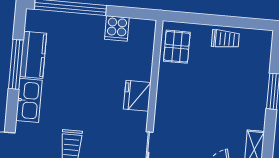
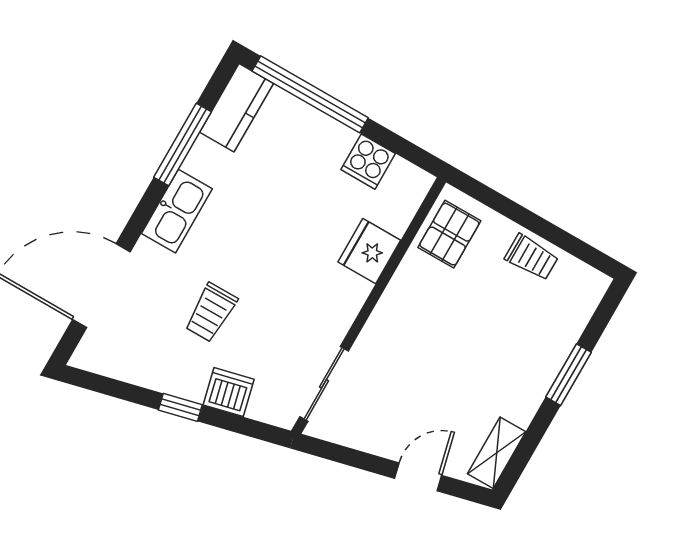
kitchen counter: (33, 55) -> (237, 108), moved
fridge: (137, 96) -> (369, 251), moved

